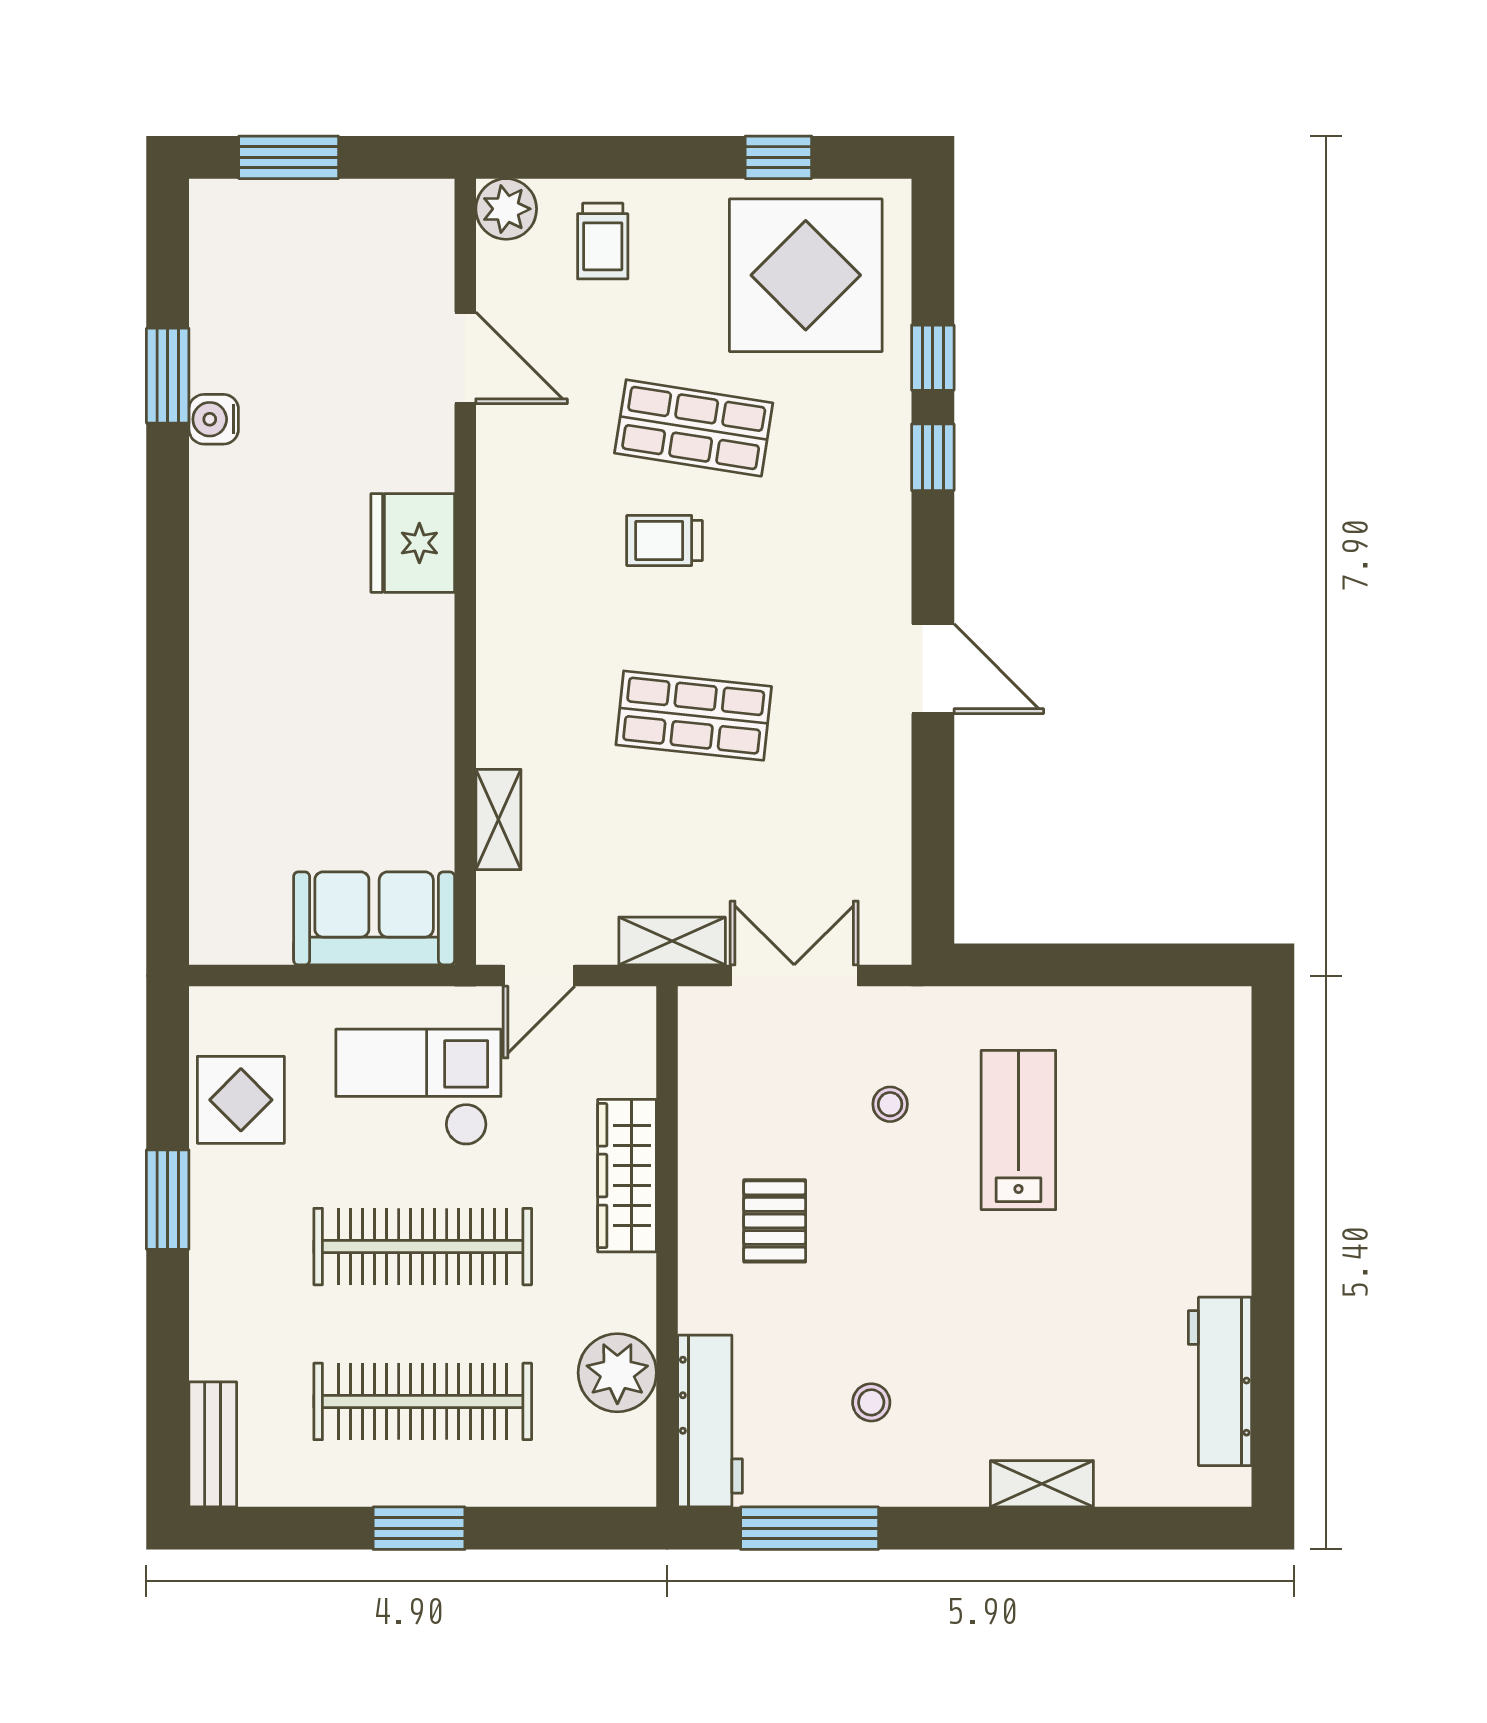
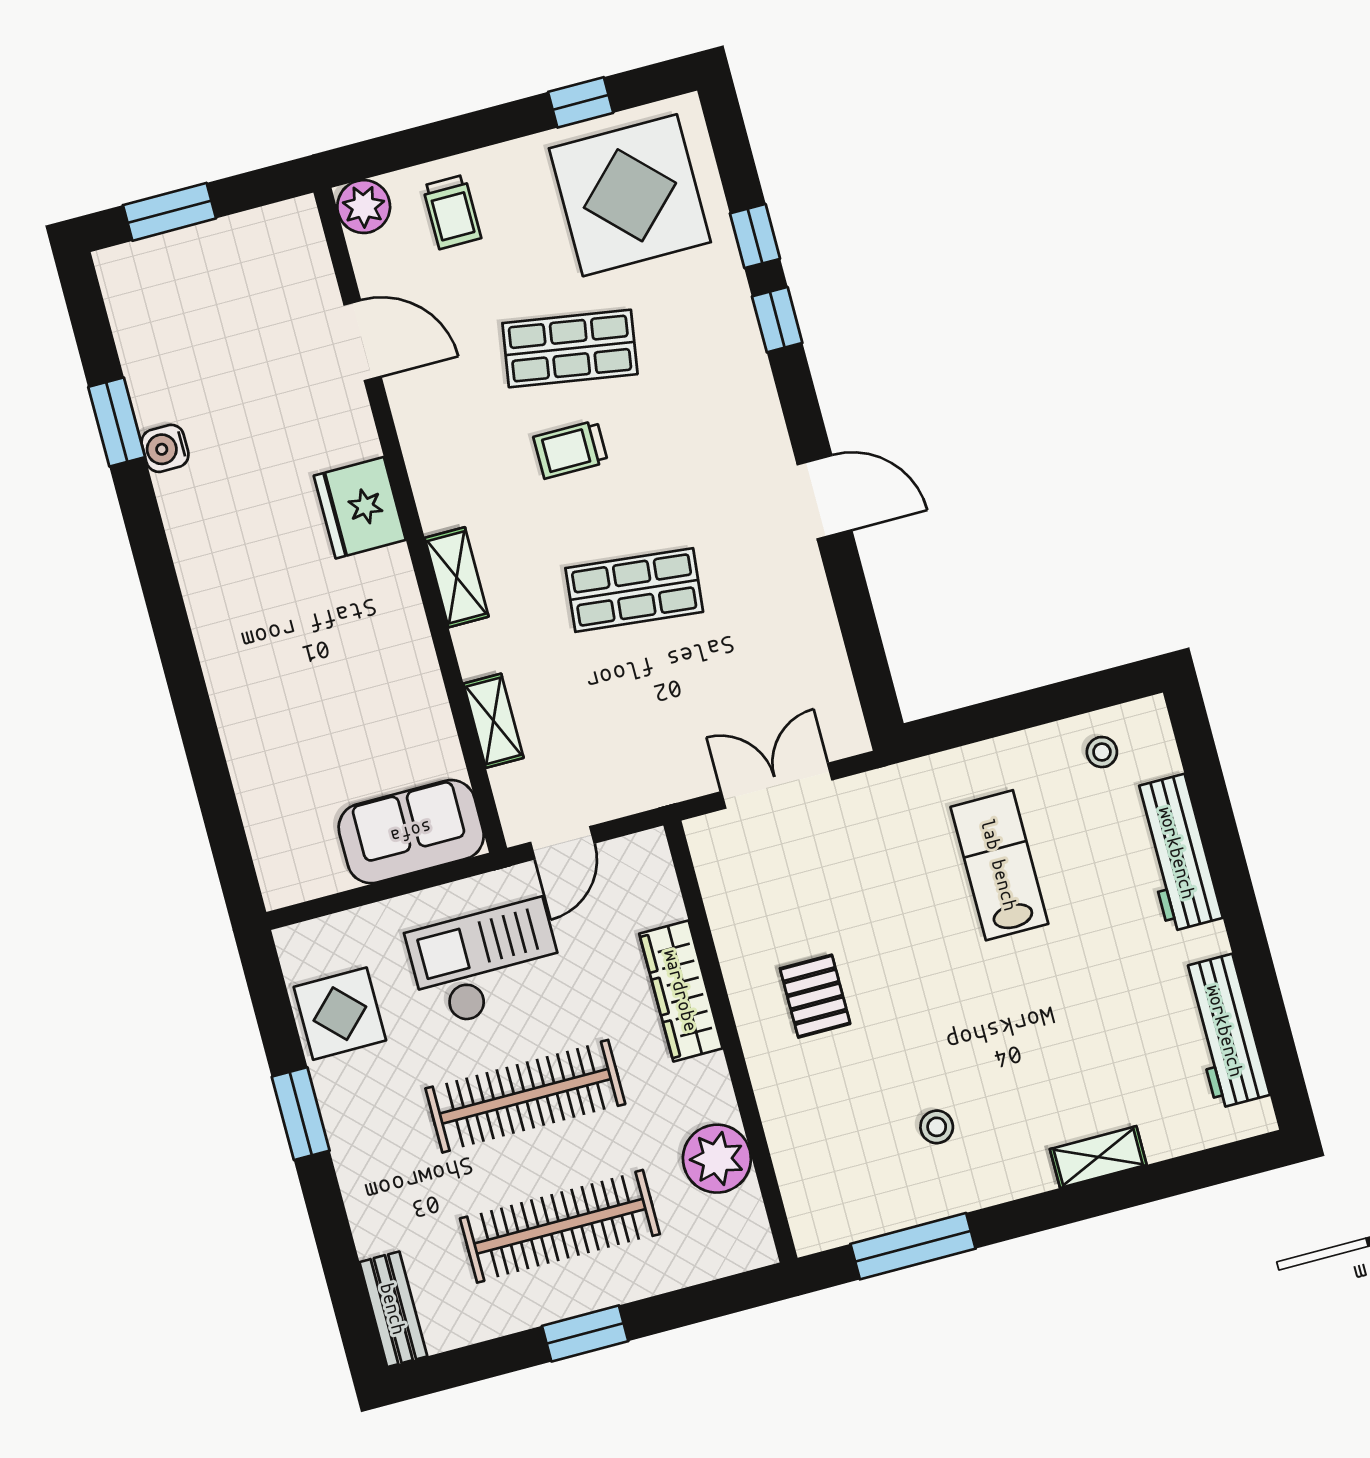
shelving: (672, 941) -> (457, 577), moved, turned 90
stool: (890, 1104) -> (1102, 752), moved
workbench: (710, 1421) -> (1177, 853), moved, turned 180

